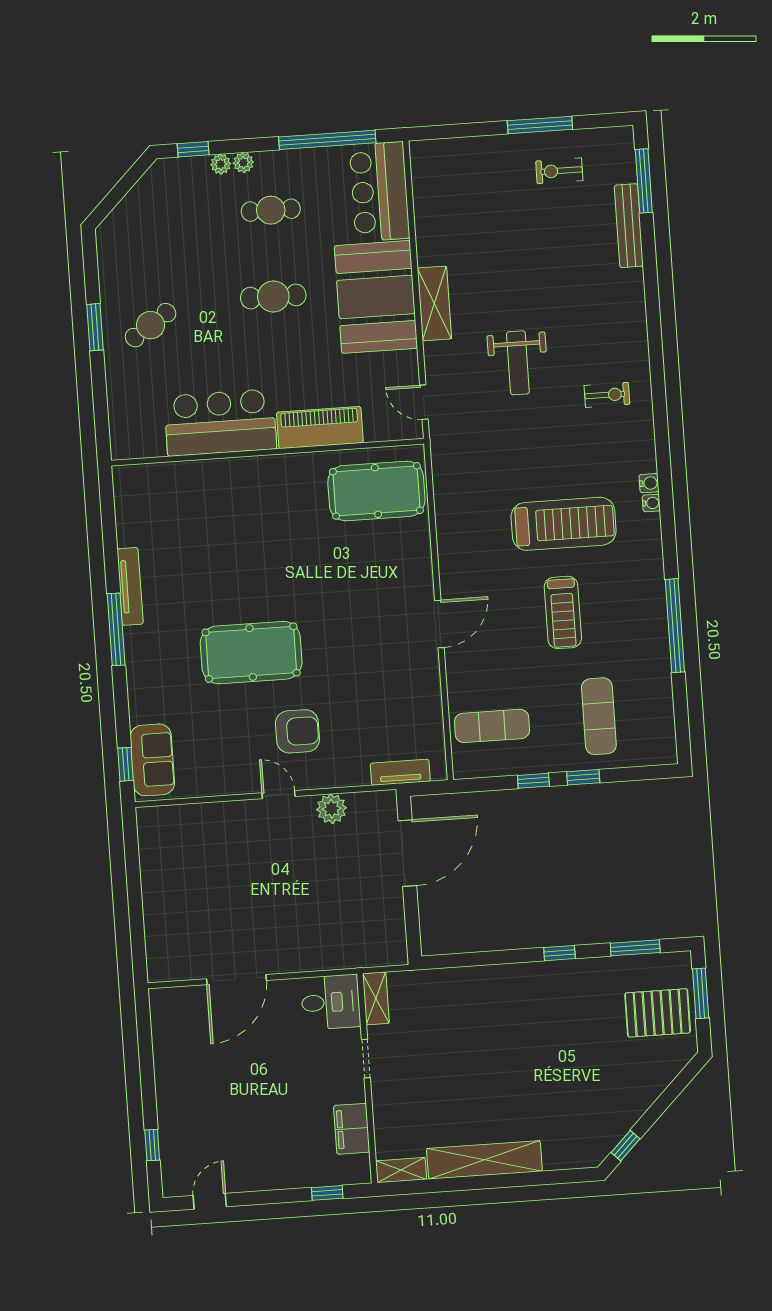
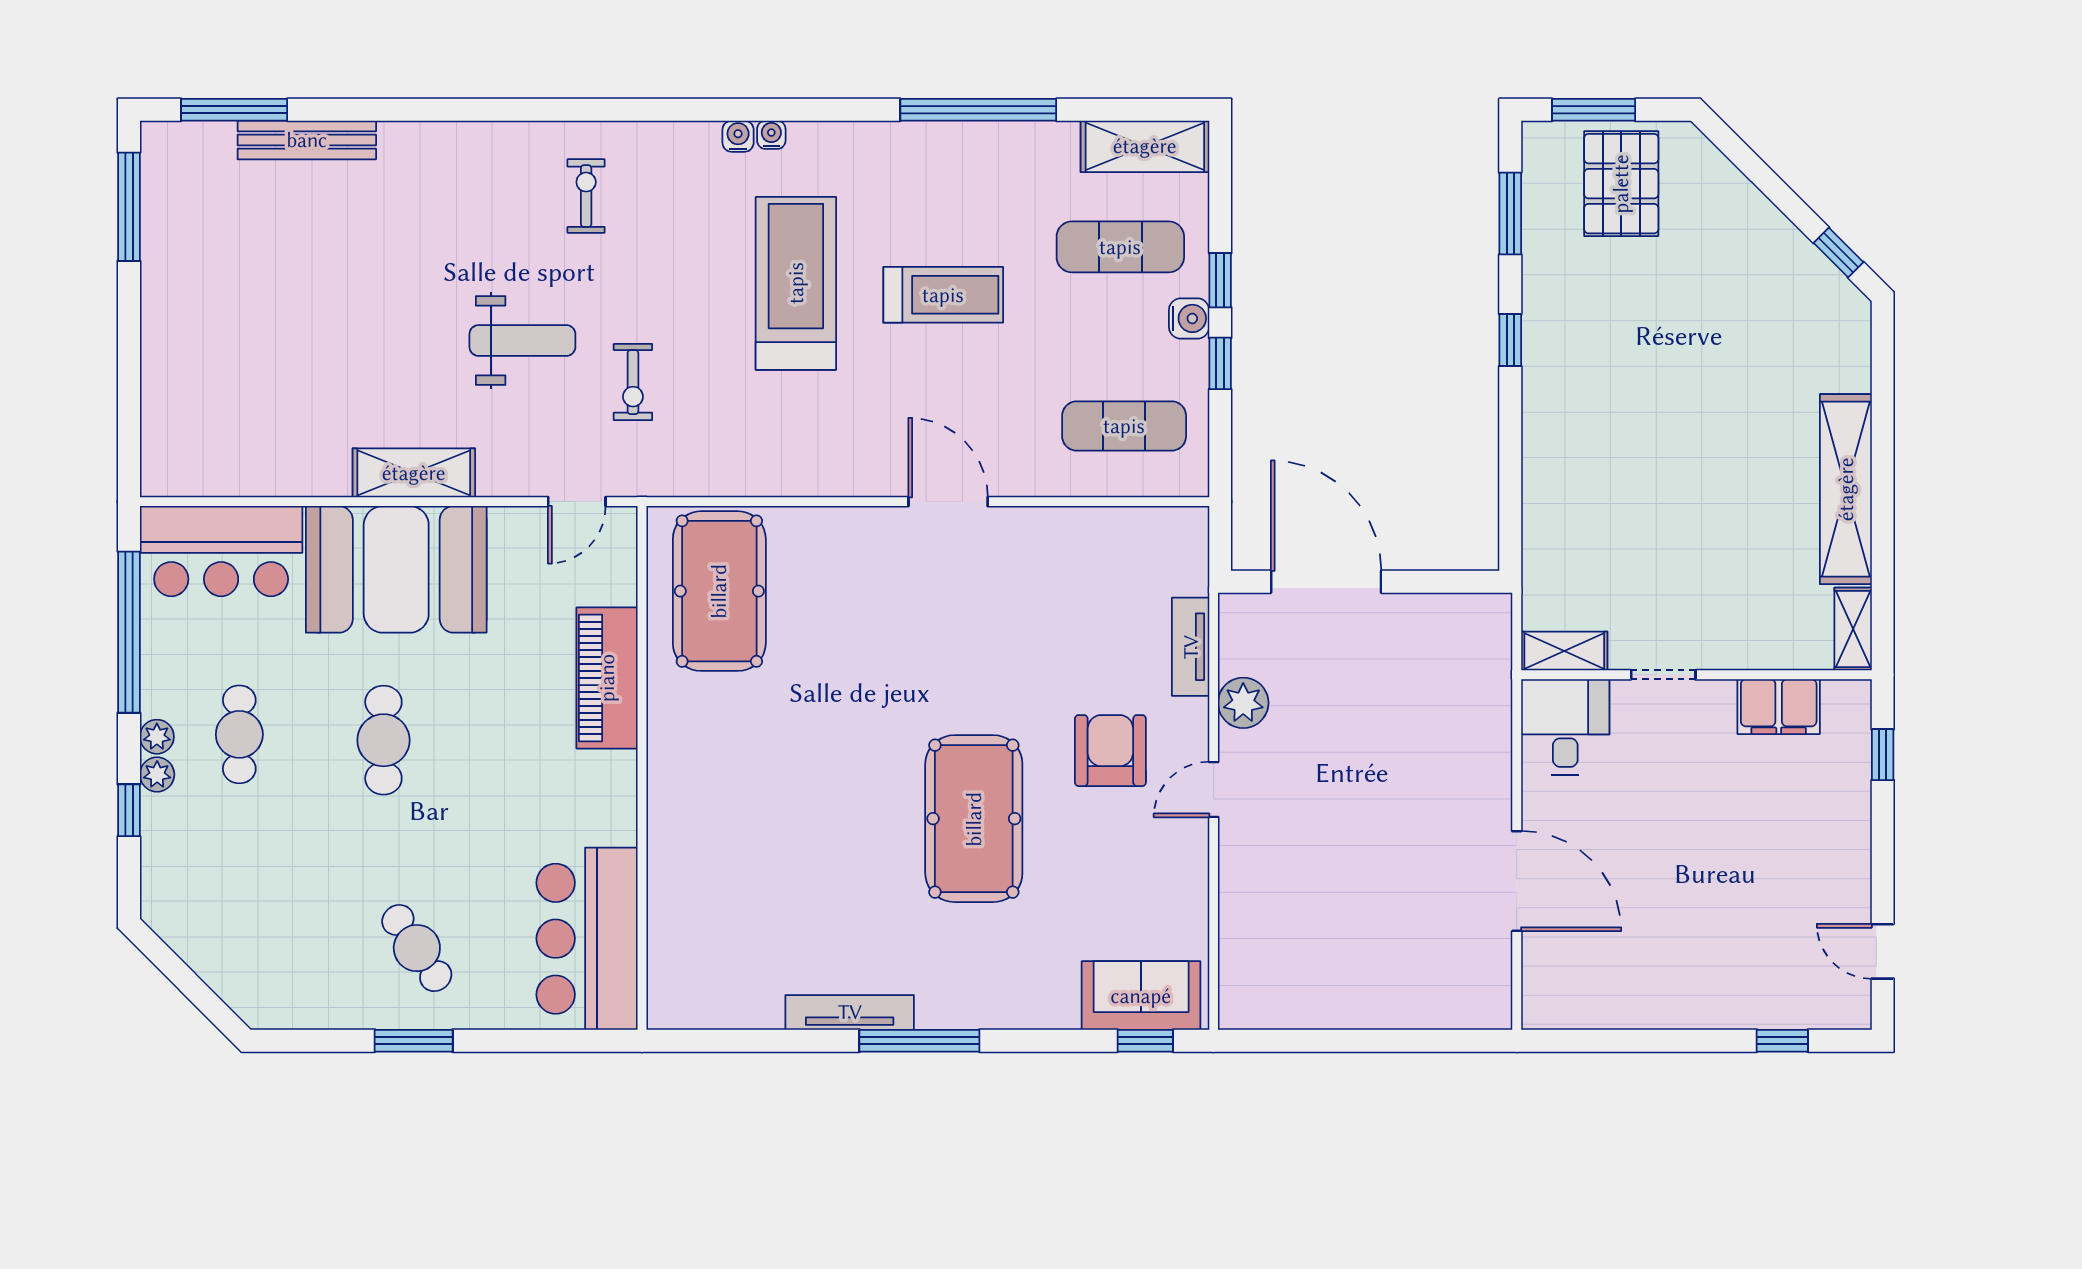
window: (540, 125) -> (129, 207), moved
window: (193, 149) -> (129, 810), moved
plant: (221, 164) -> (157, 737), moved
exercise bike: (559, 171) -> (633, 382), moved
bar counter: (220, 422) -> (587, 939), moved
exercise mat: (492, 726) -> (1124, 426), turned 90
shelving: (660, 727) -> (1145, 146), added
water cooler: (559, 760) -> (1189, 318), added
tv unit: (400, 772) -> (1191, 647), moved

